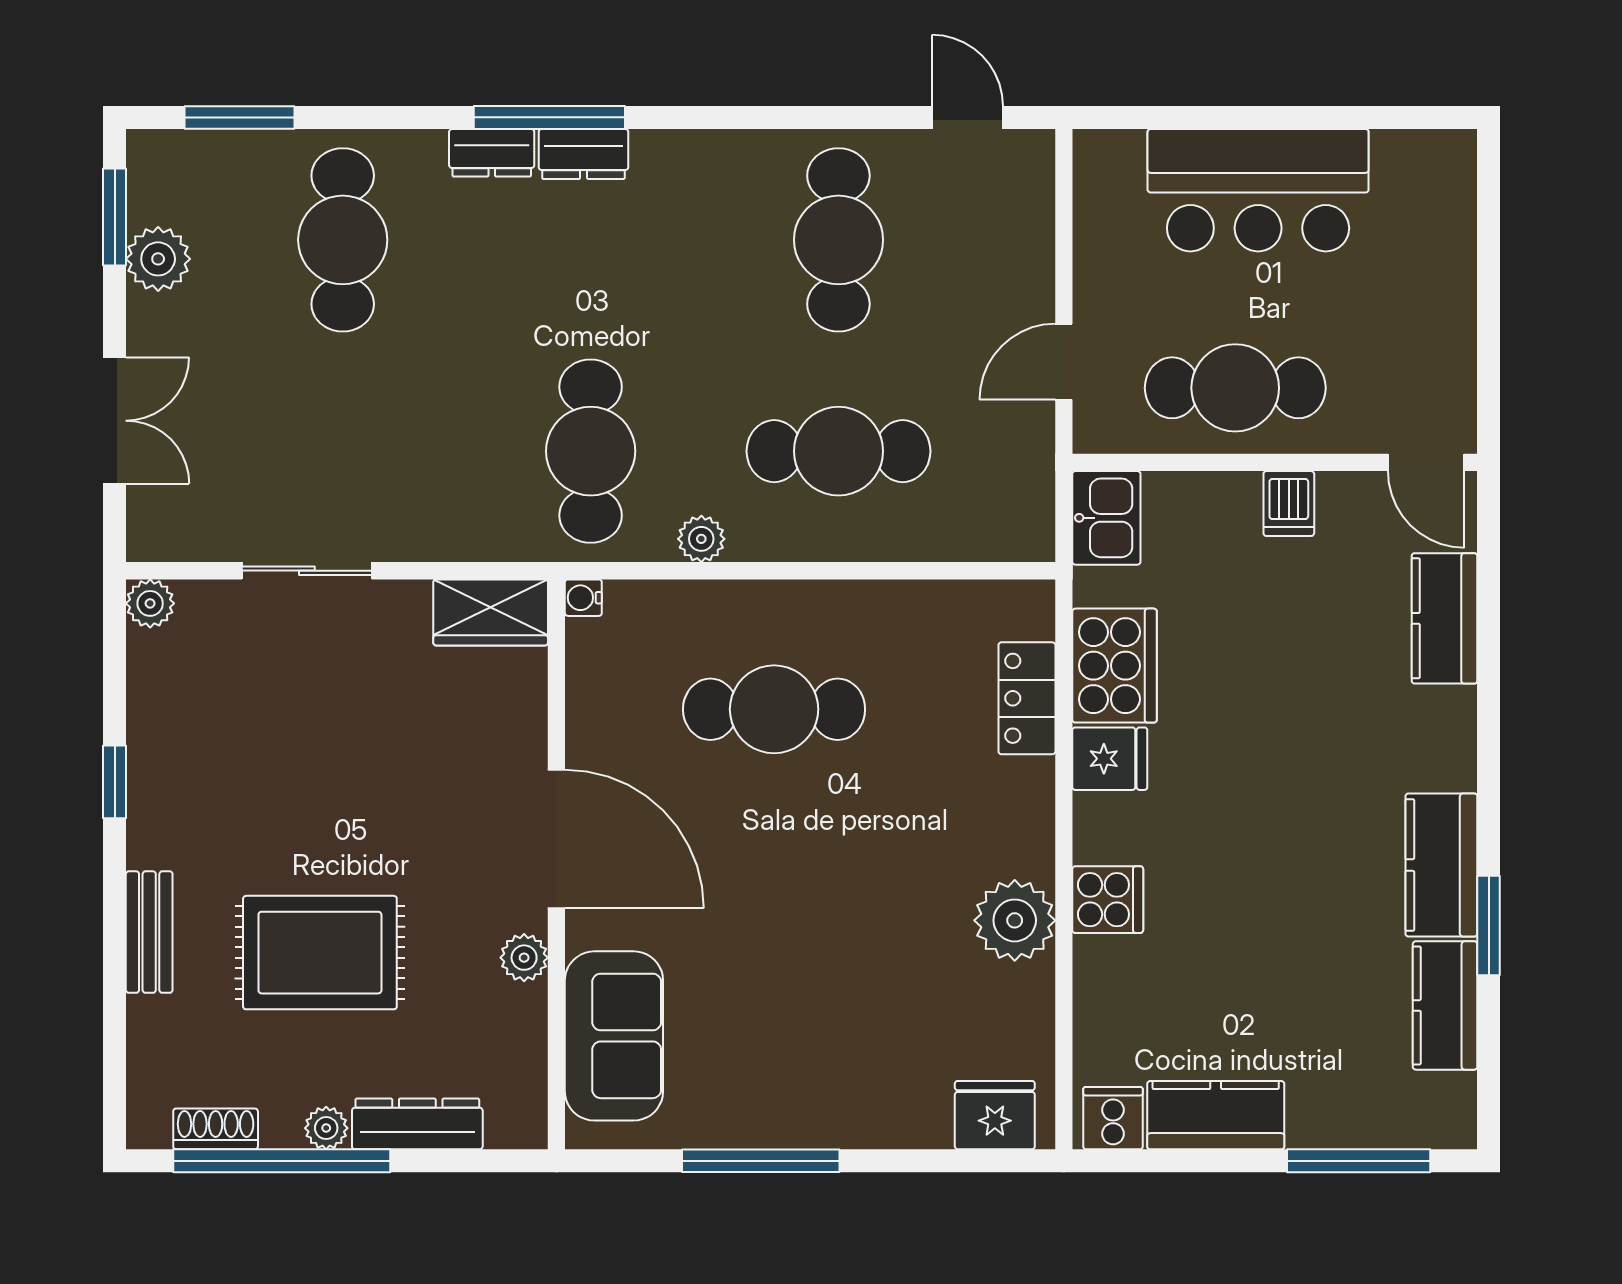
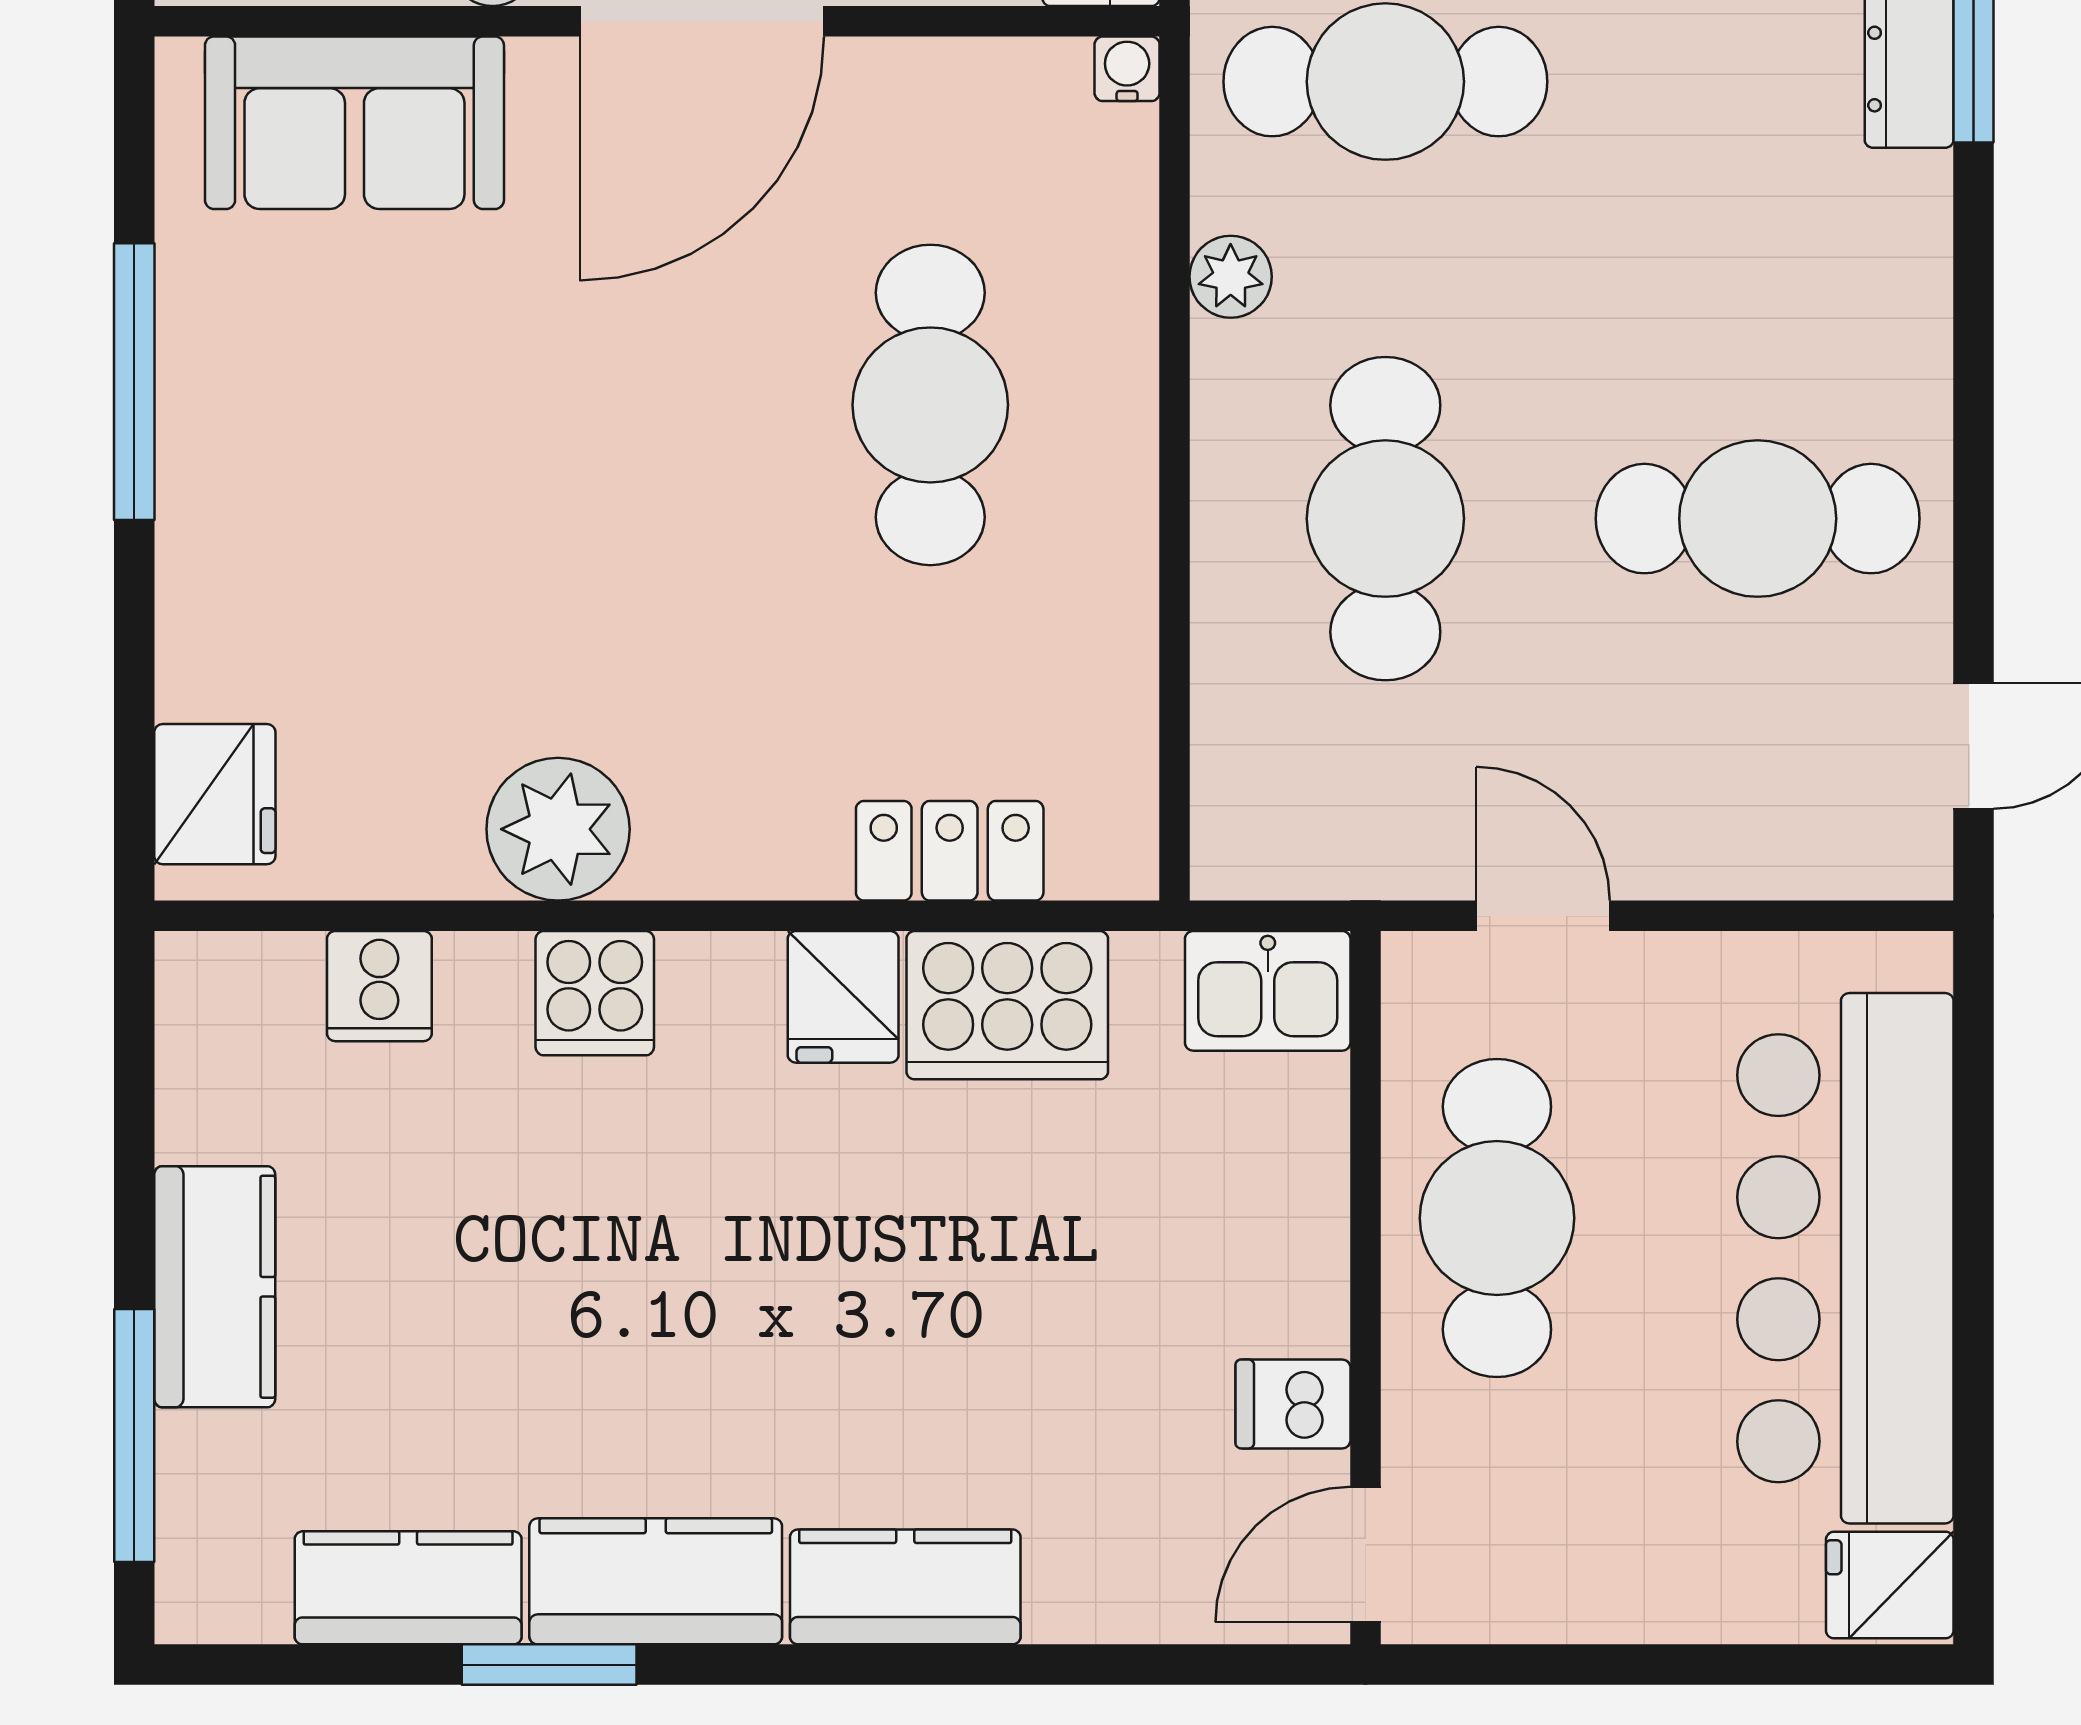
fridge: (1443, 165) -> (1890, 1585), added
bar counter: (1258, 190) -> (1845, 1258), width x1.36
dishwasher: (1289, 504) -> (1293, 1404), moved
kitchen counter: (1444, 618) -> (905, 1587), moved
kitchen counter: (1216, 1115) -> (215, 1287), moved
cooker: (1113, 1118) -> (379, 986), moved, turned 90

